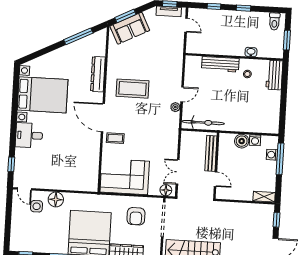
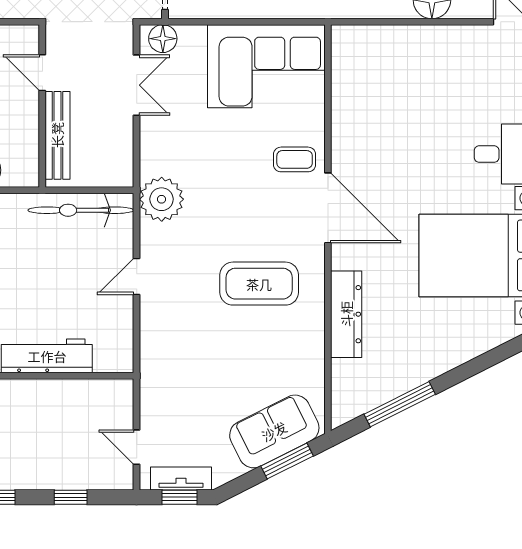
plant: (175, 107) -> (162, 199), moved, width x1.88, depth x1.88

